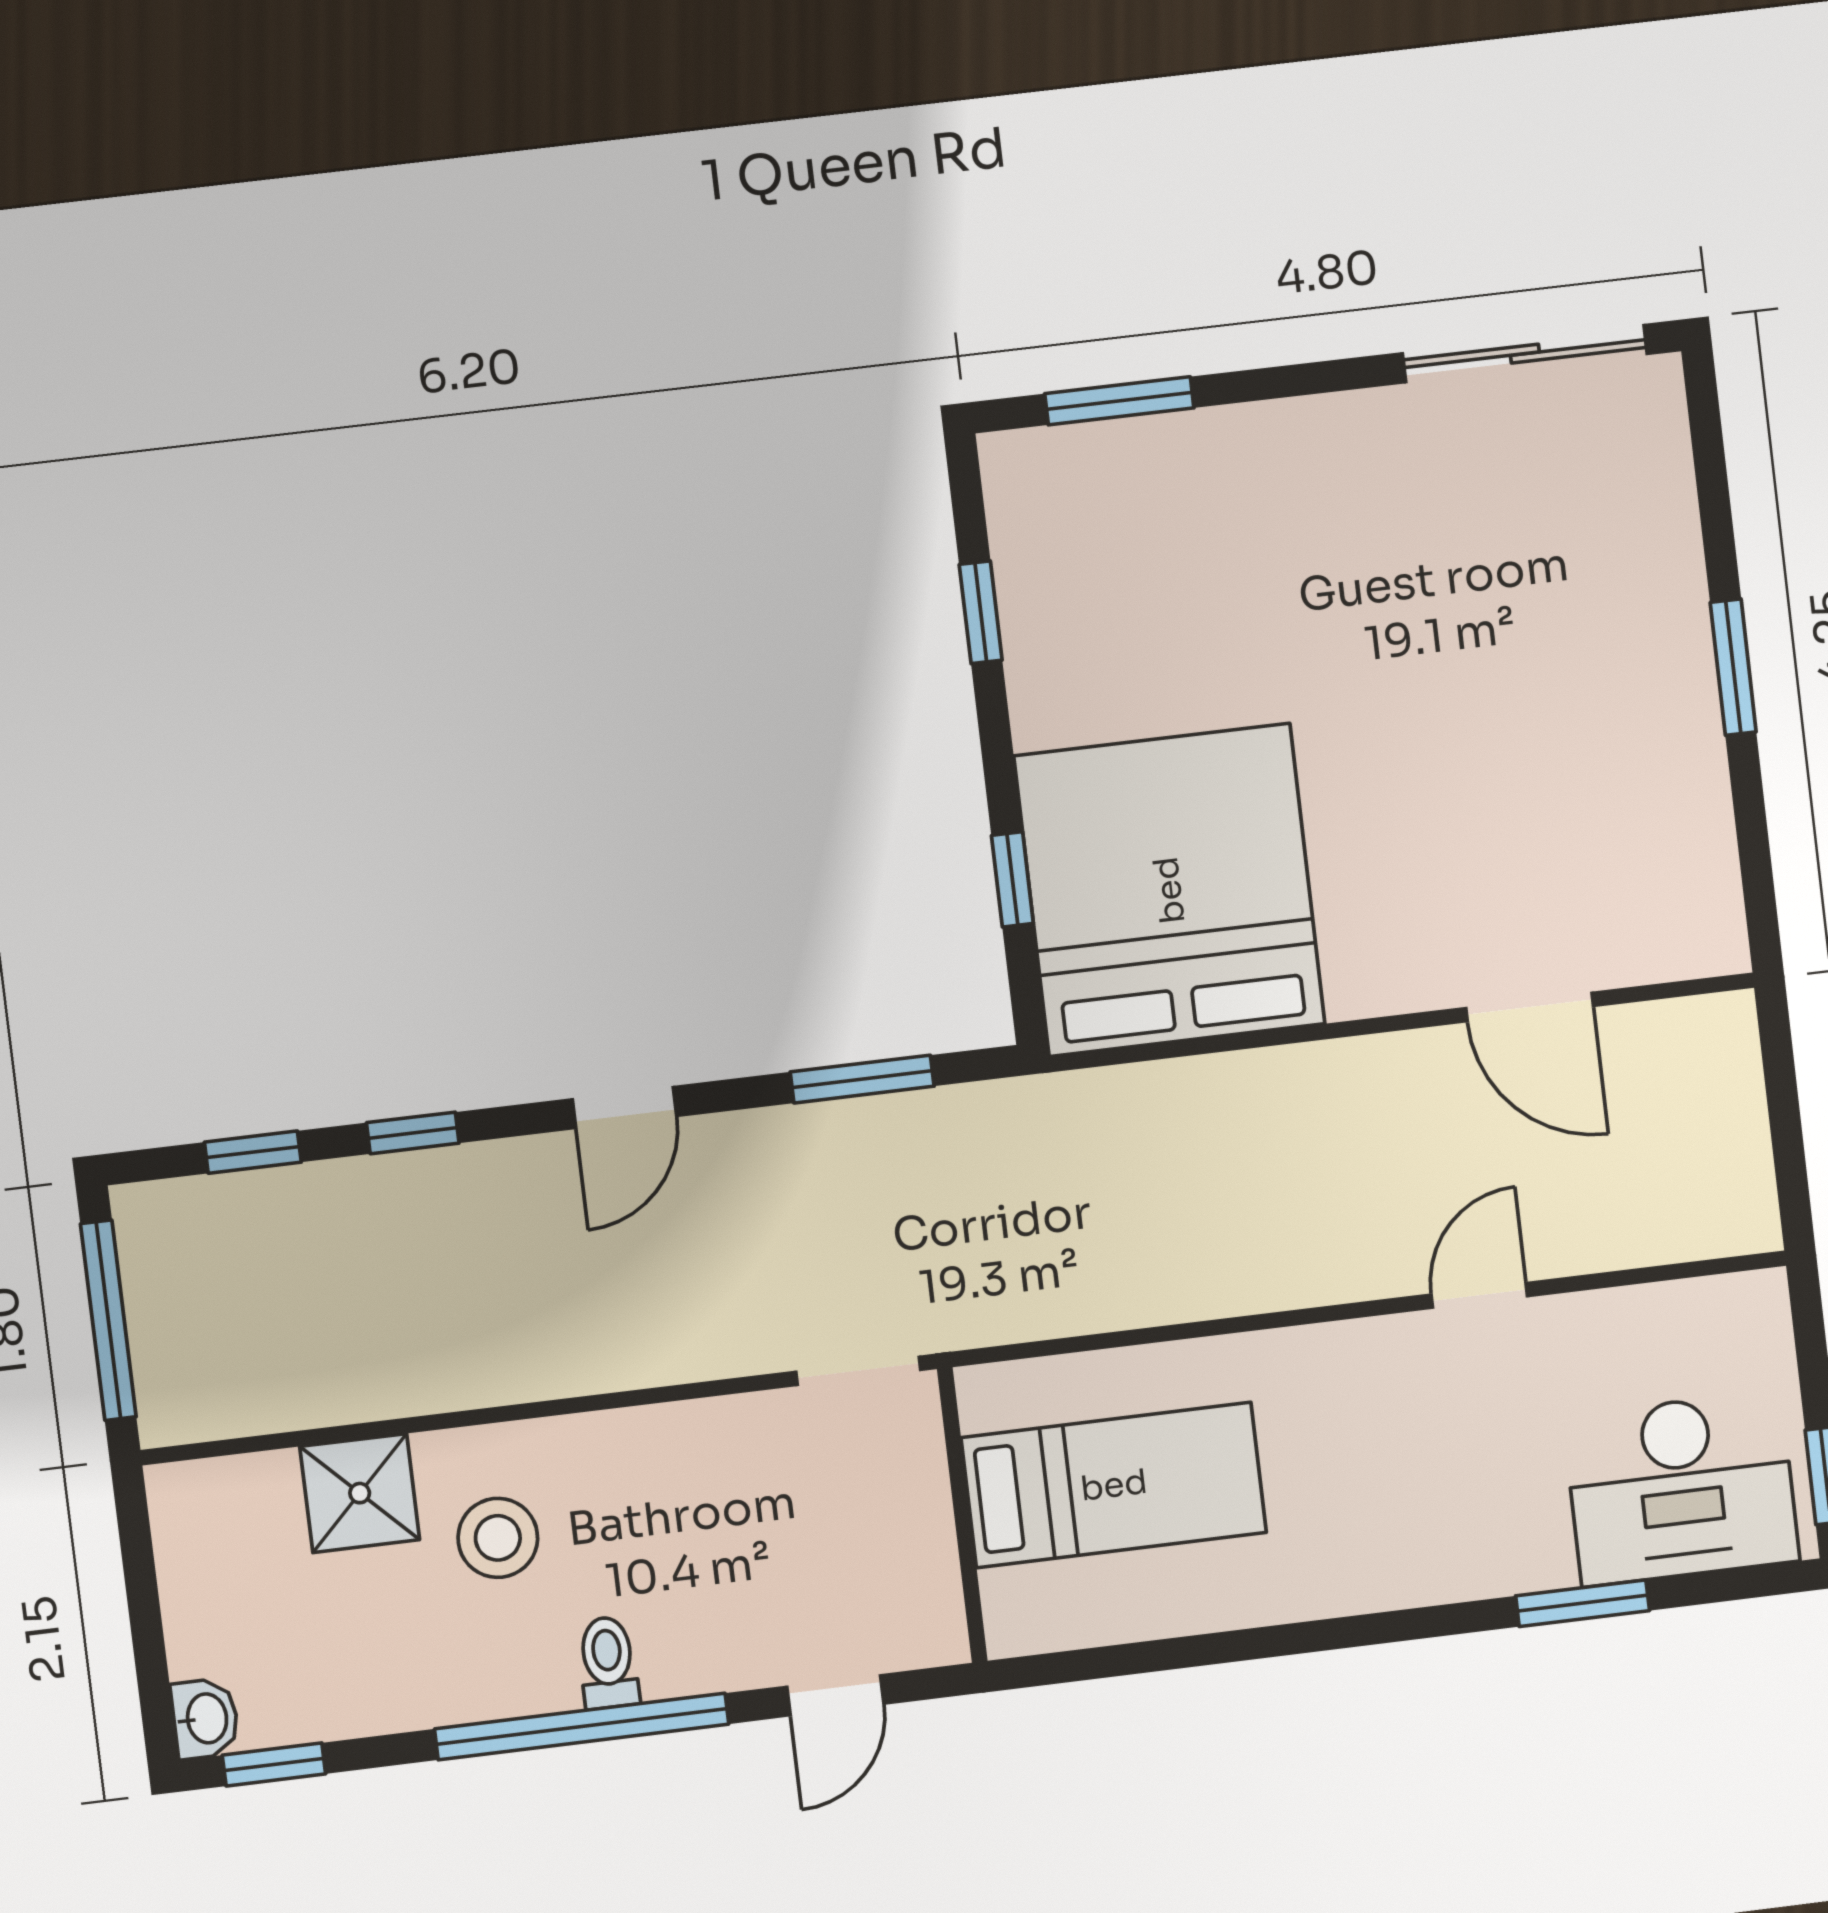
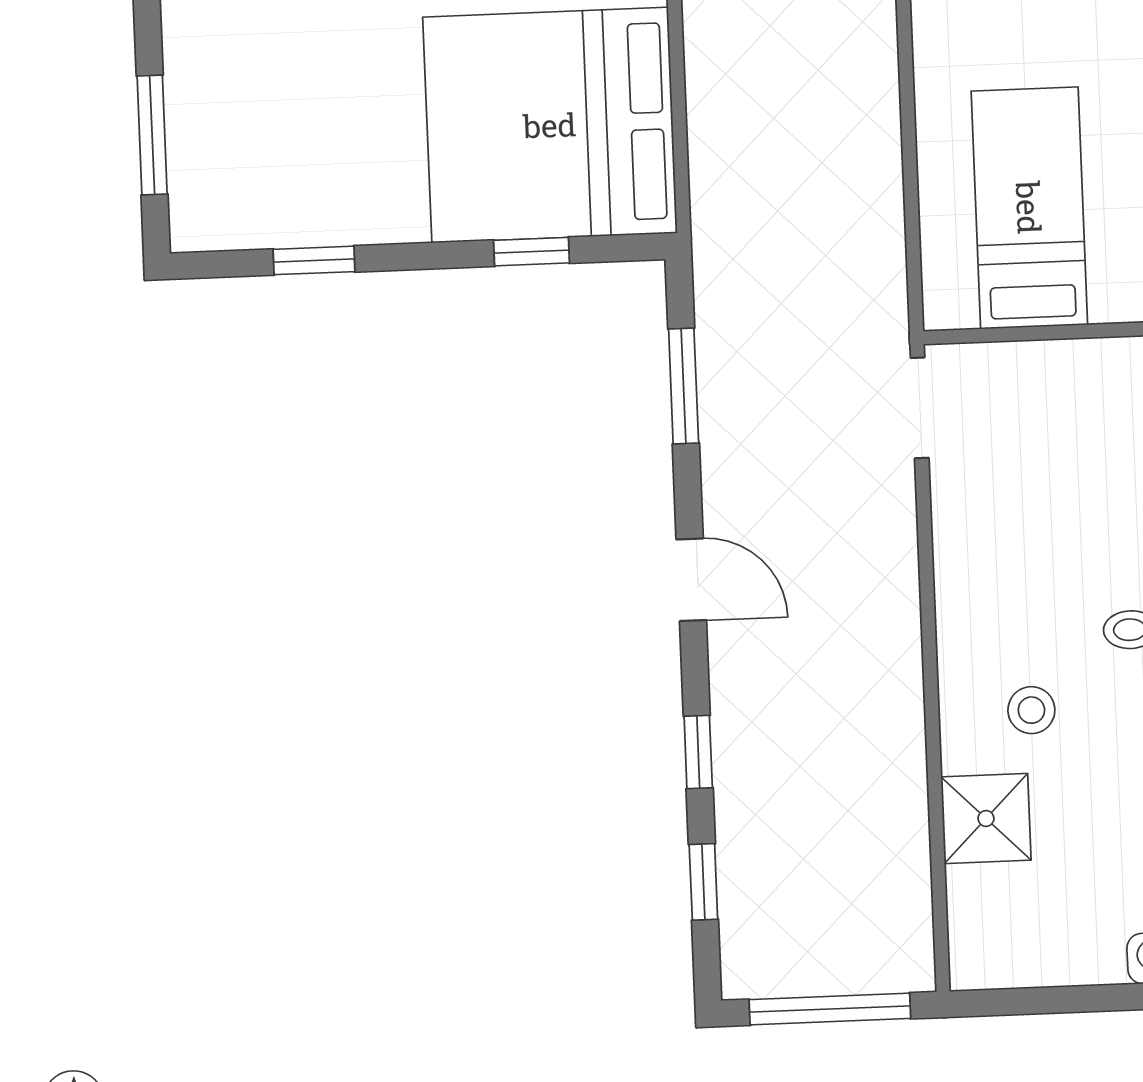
stool: (498, 1538) -> (1031, 710), width x0.73, depth x0.73

